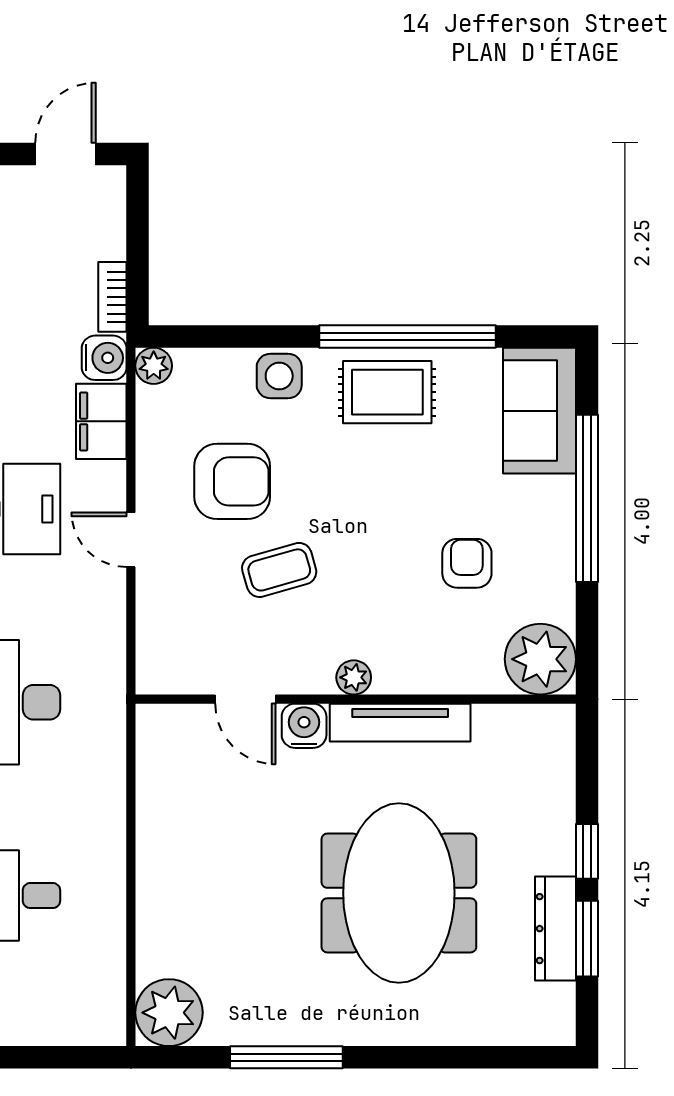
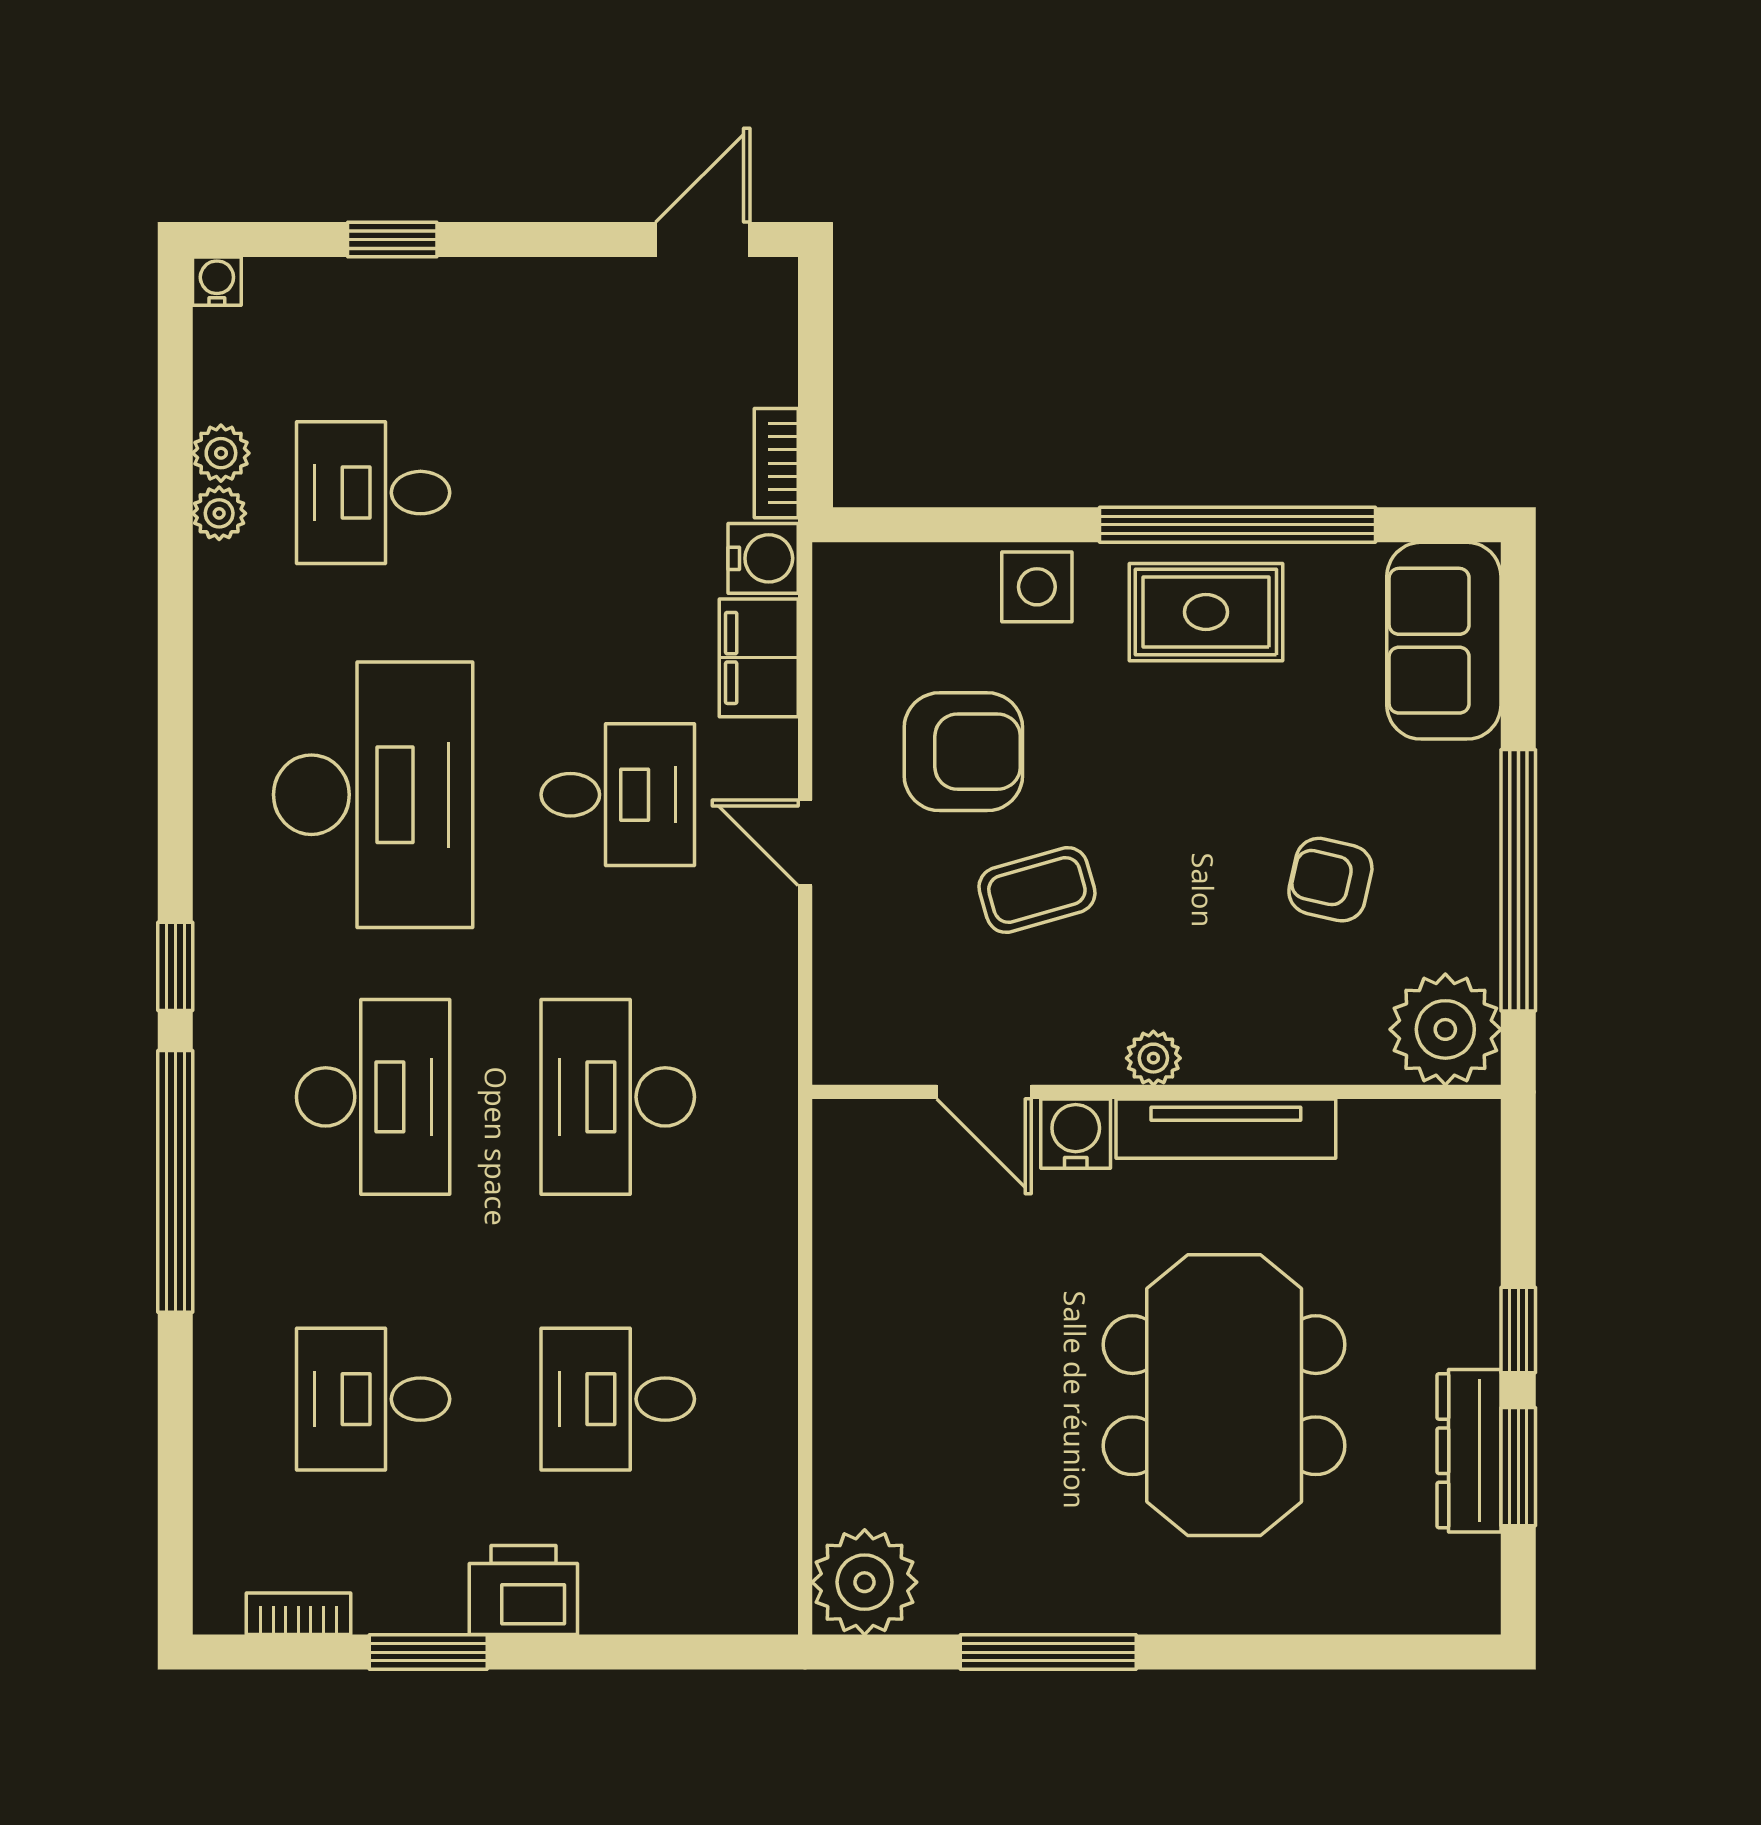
plant: (154, 366) -> (841, 571), removed
window: (587, 498) -> (1518, 880), moved
armchair: (467, 563) -> (1330, 880), turned -77

